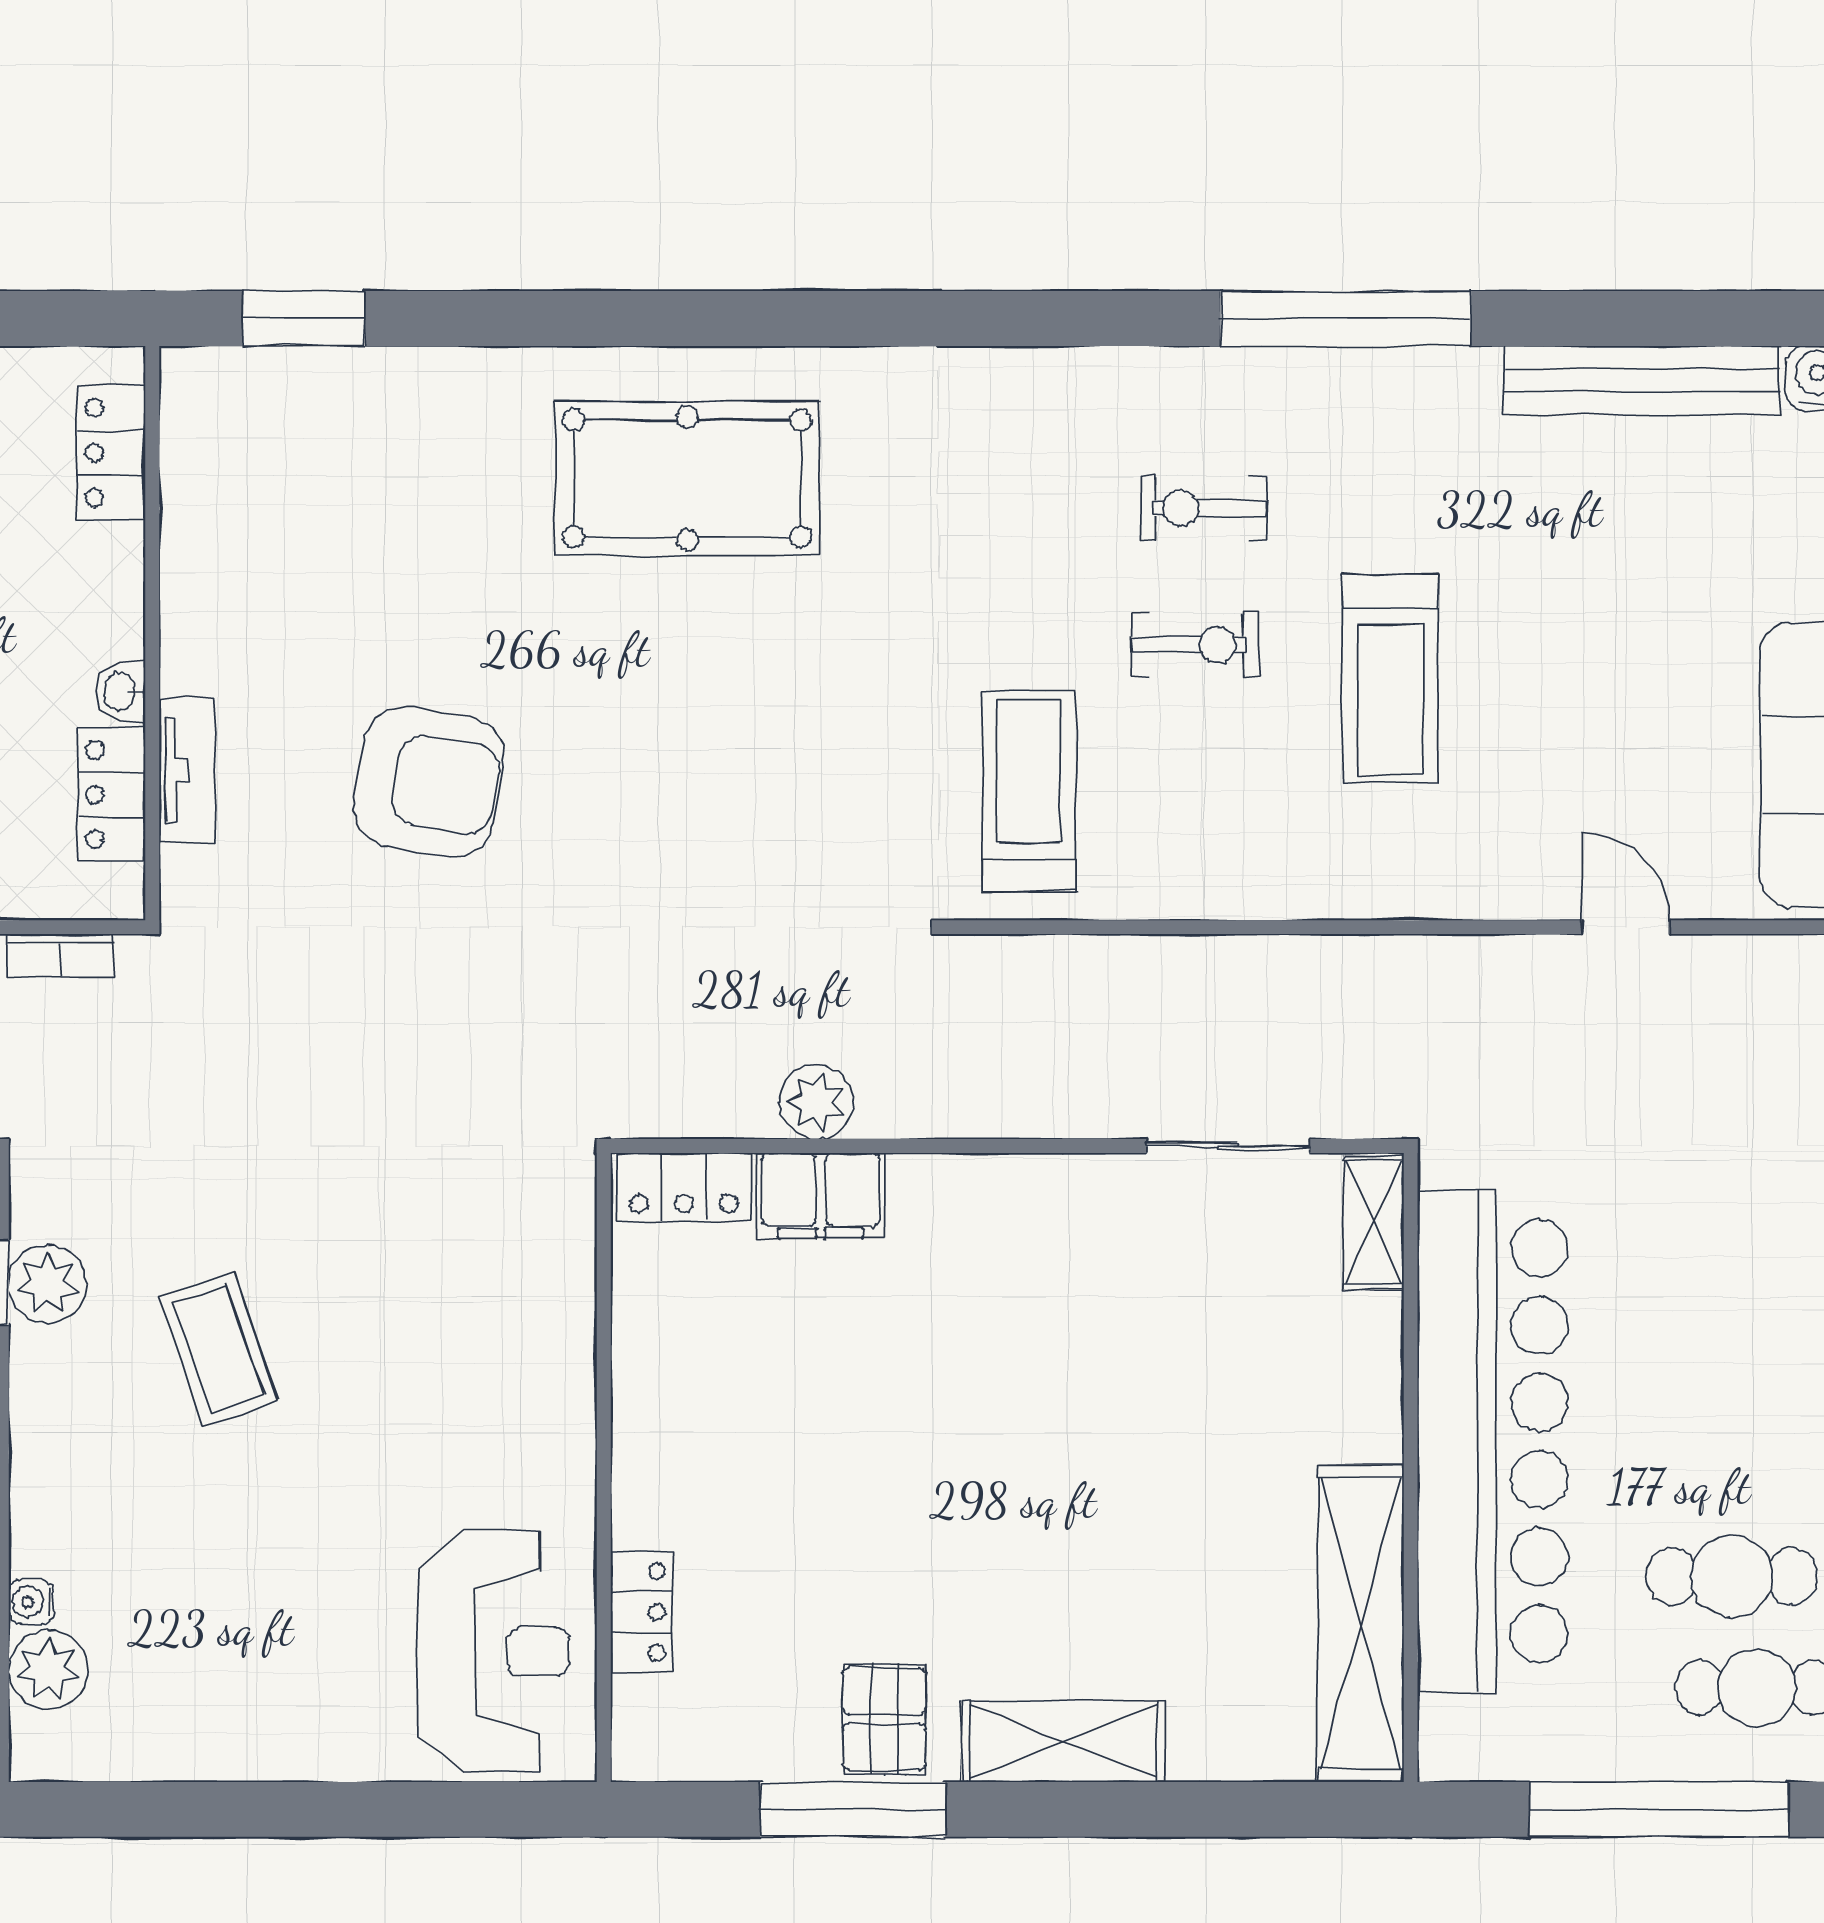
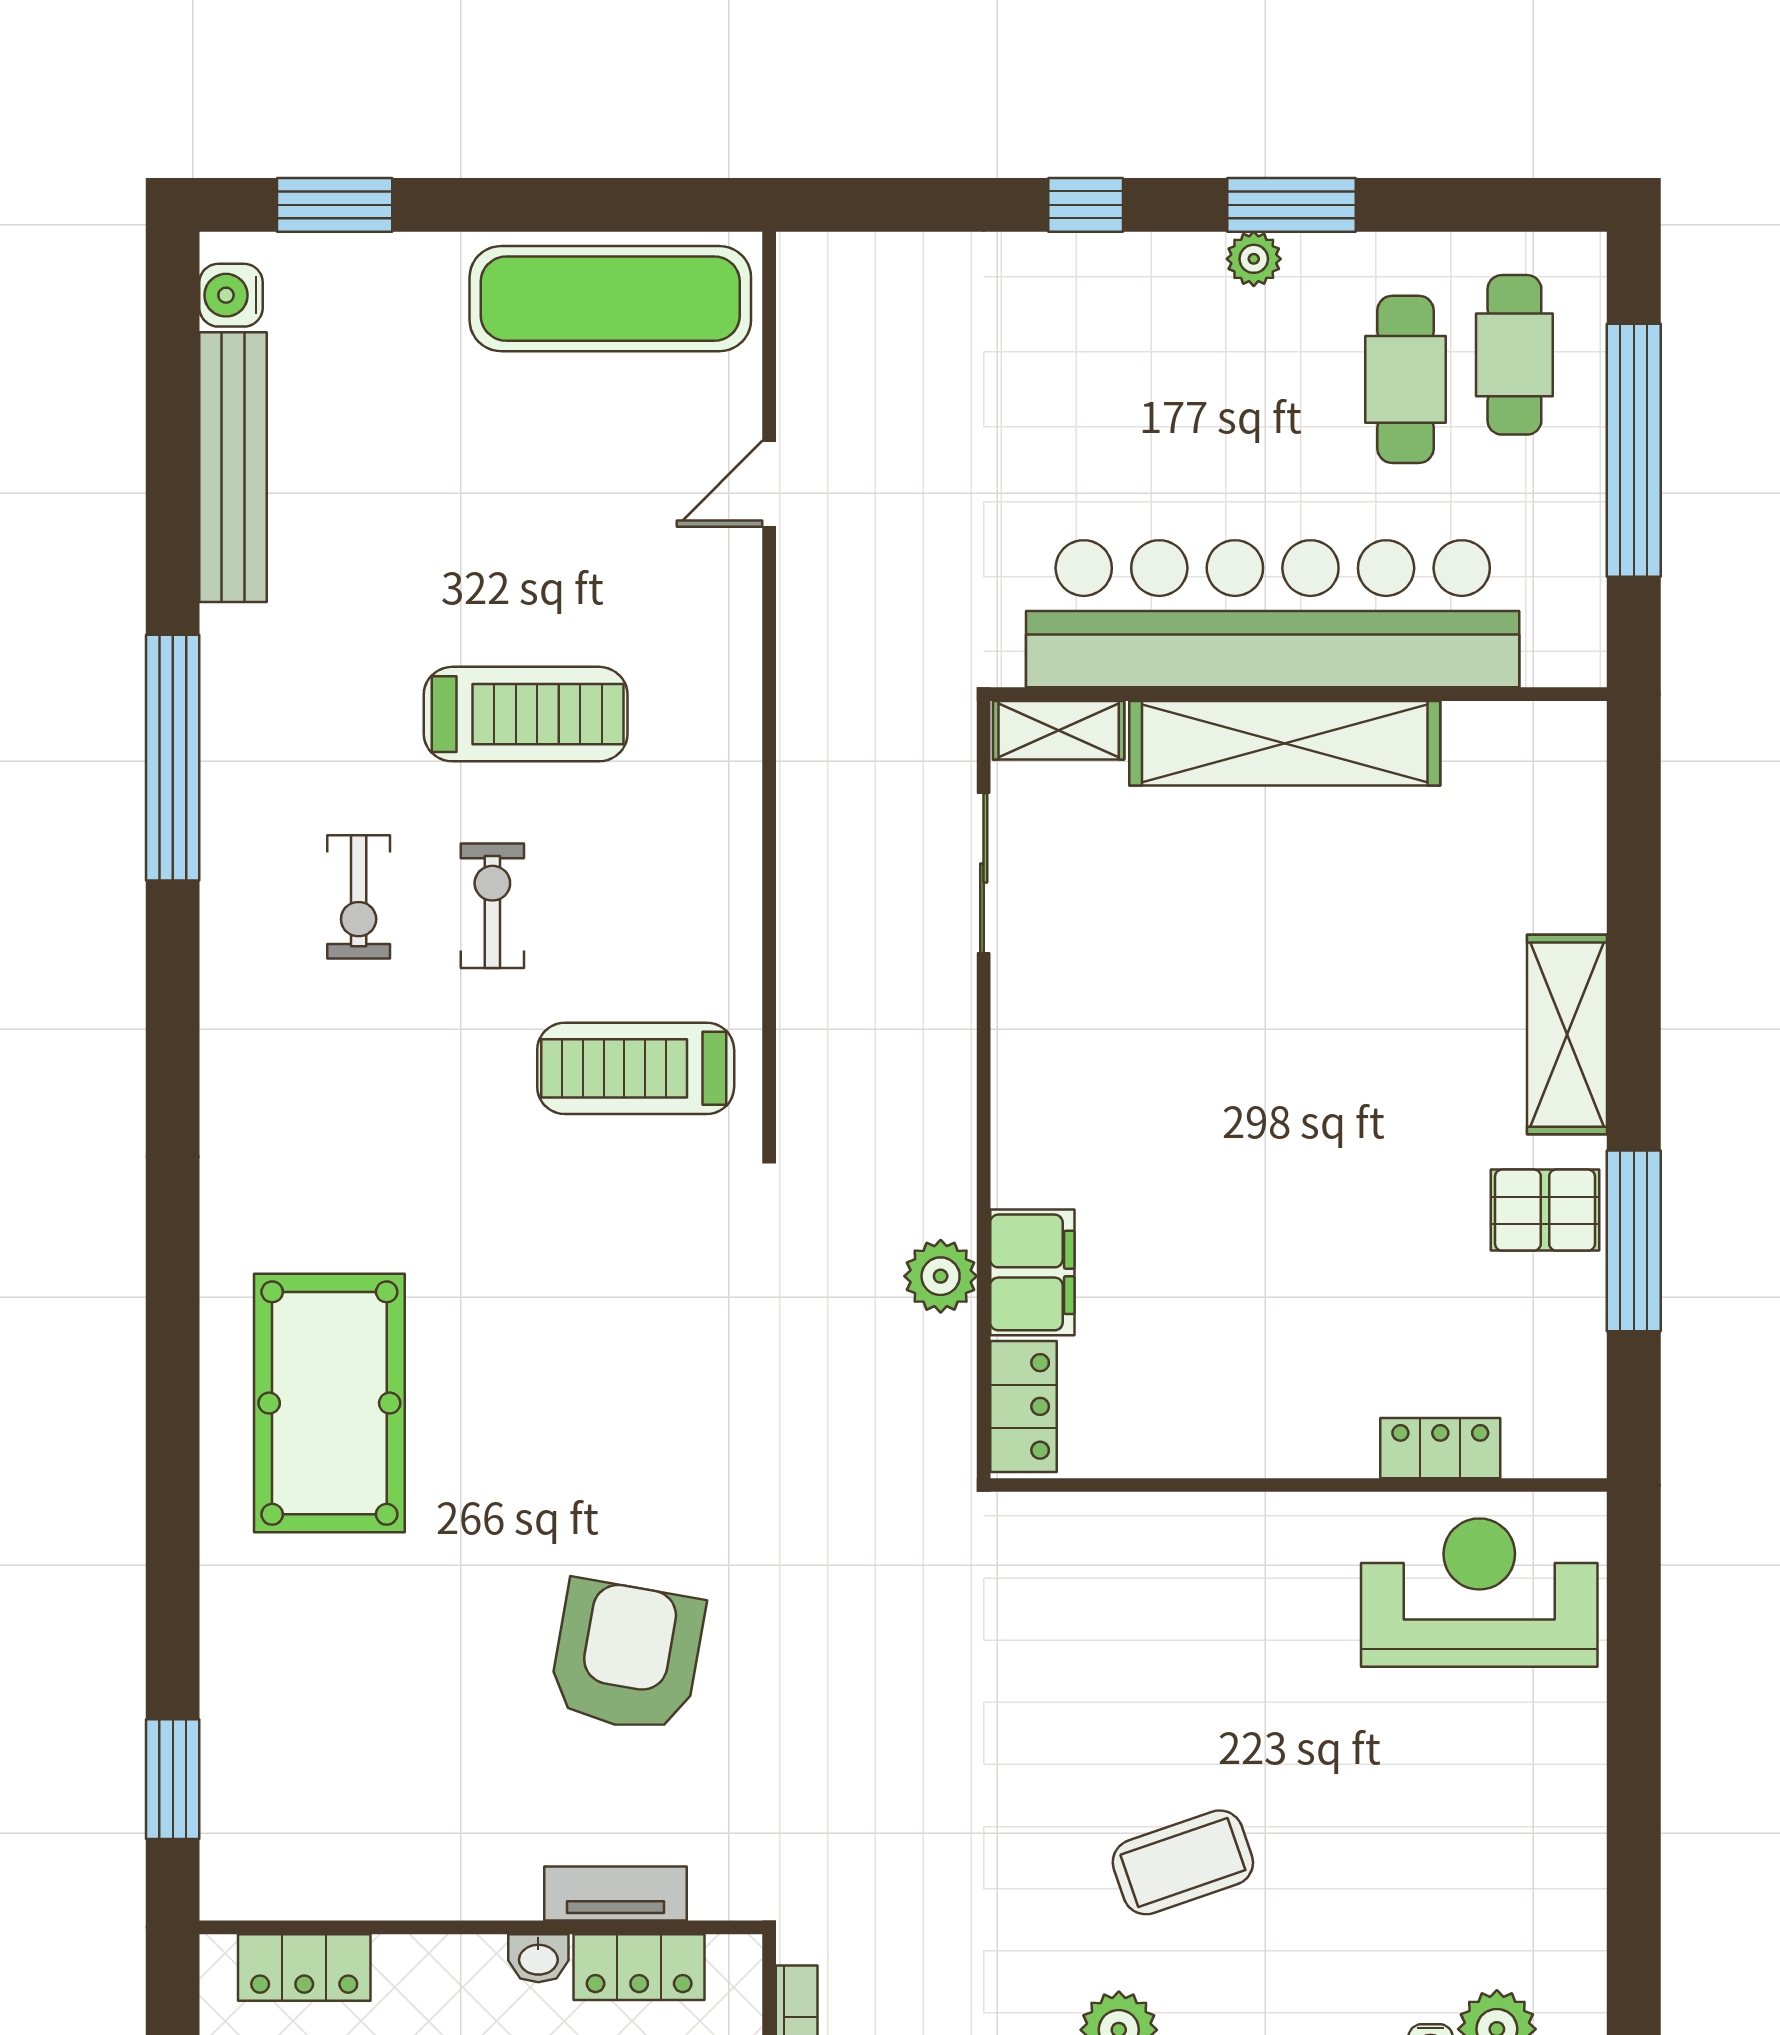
shelving: (1361, 1623) -> (1285, 743), moved

